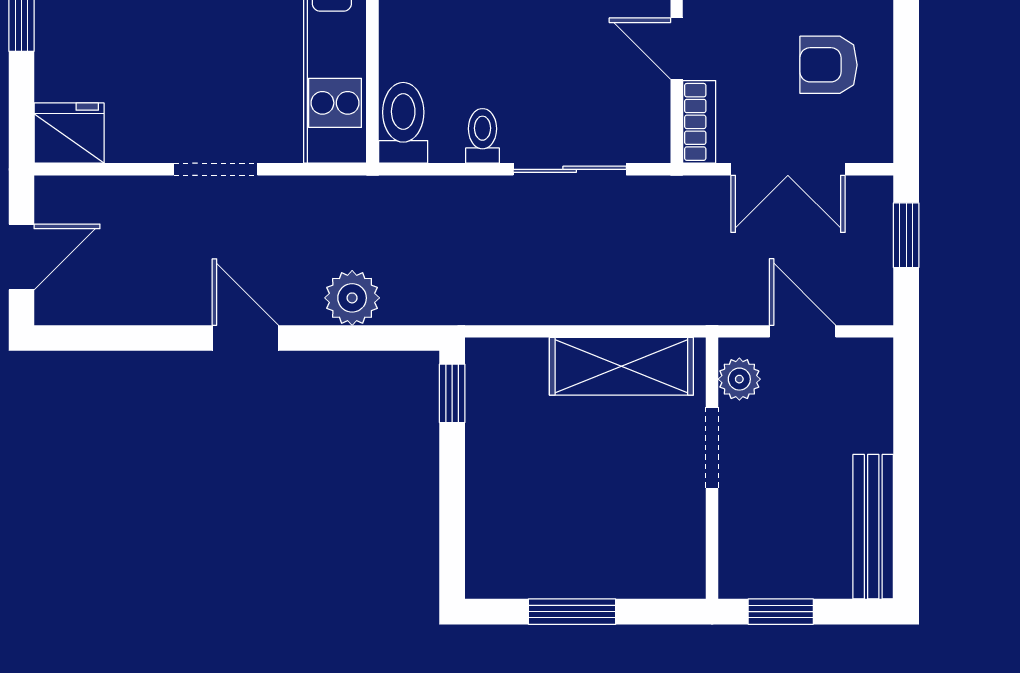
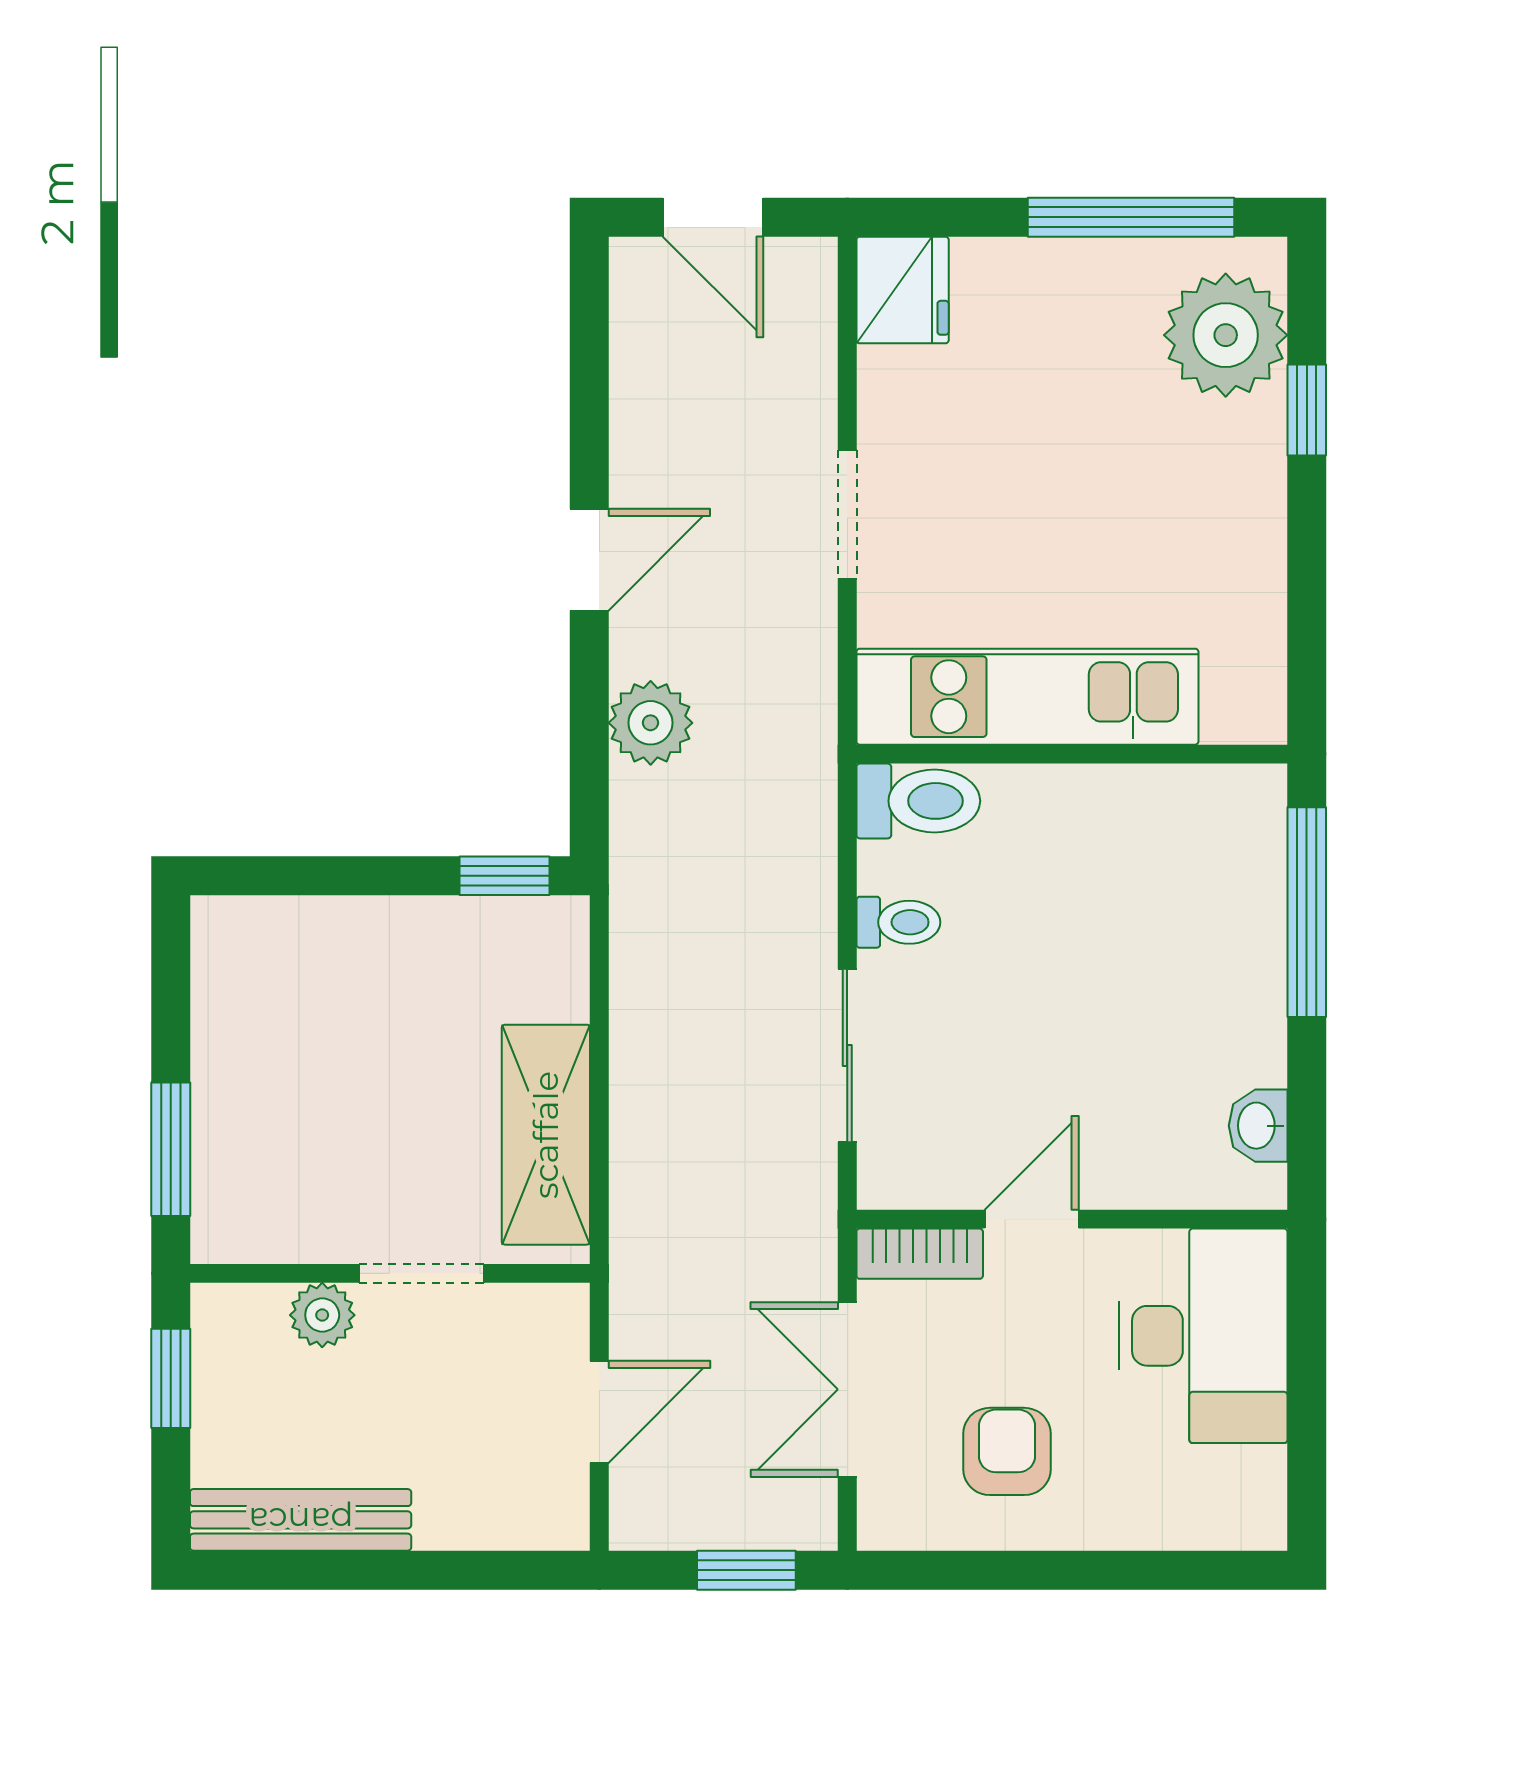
plant: (739, 379) -> (322, 1315), moved
window: (572, 612) -> (171, 1149), moved

